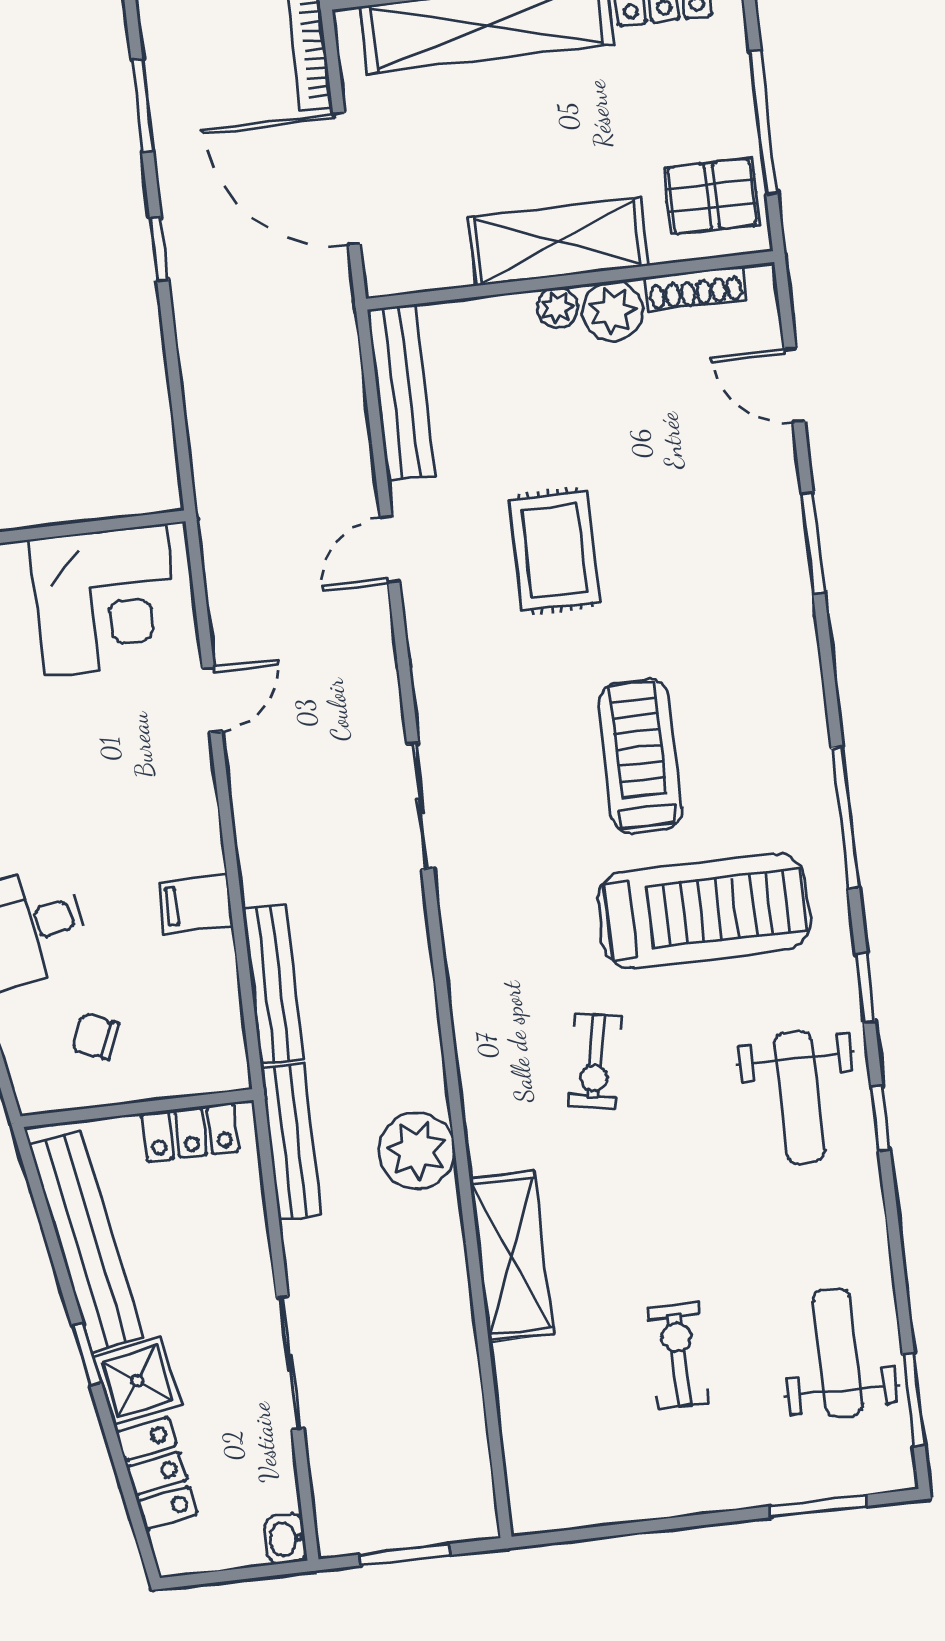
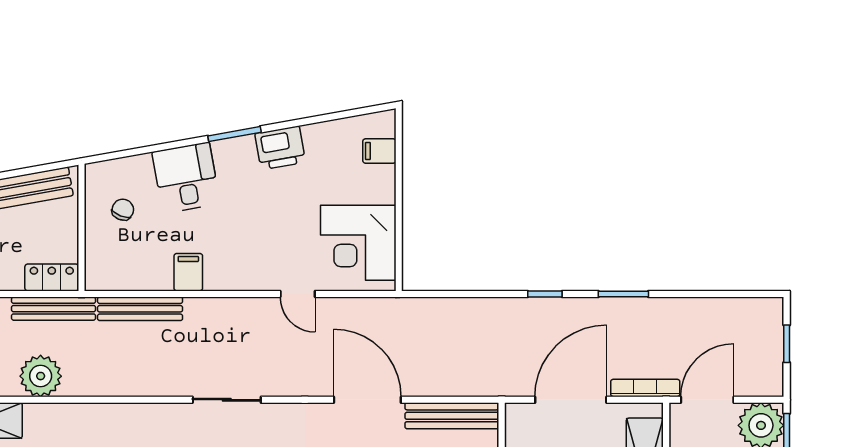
door: (390, 550) -> (367, 400), width x1.88
locker: (190, 1132) -> (52, 277), moved, turned 90

